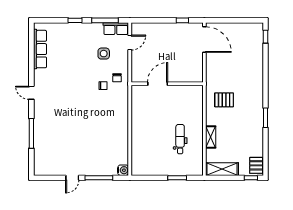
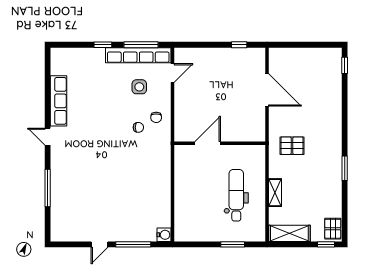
row of seats: (116, 29) -> (138, 55), width x2.02
door: (204, 39) -> (267, 90), moved
row of seats: (40, 49) -> (59, 101), moved
door: (158, 84) -> (208, 143), moved
wall: (167, 84) -> (220, 143), moved
dental chair: (180, 139) -> (236, 195), width x1.36, depth x1.38

